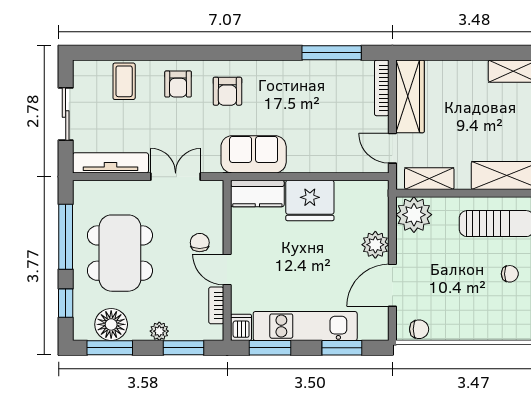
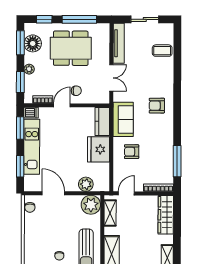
armchair: (178, 84) -> (132, 152), moved
wardrobe: (410, 96) -> (166, 215), moved, turned 90
plant: (375, 245) -> (86, 184), moved

